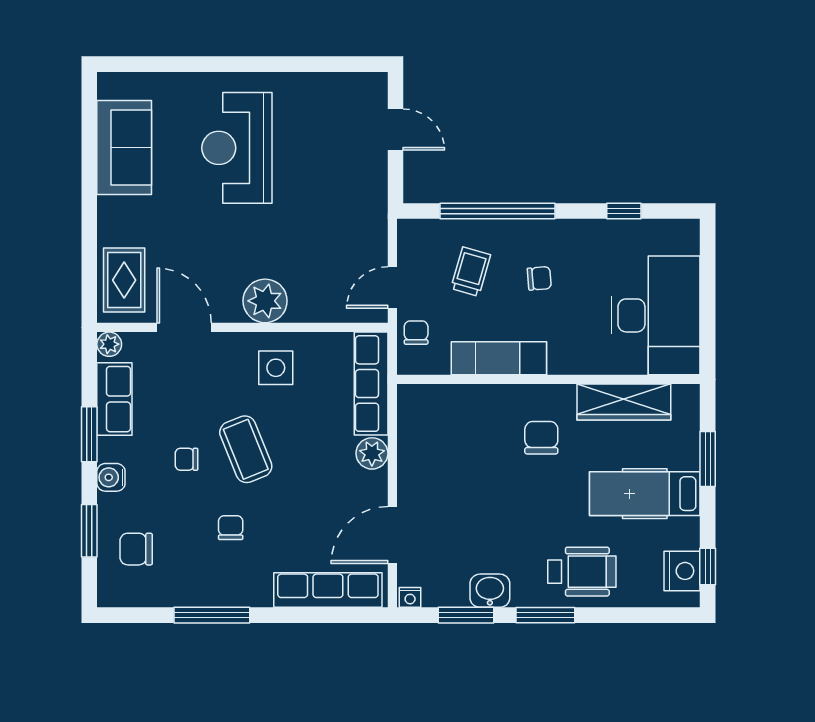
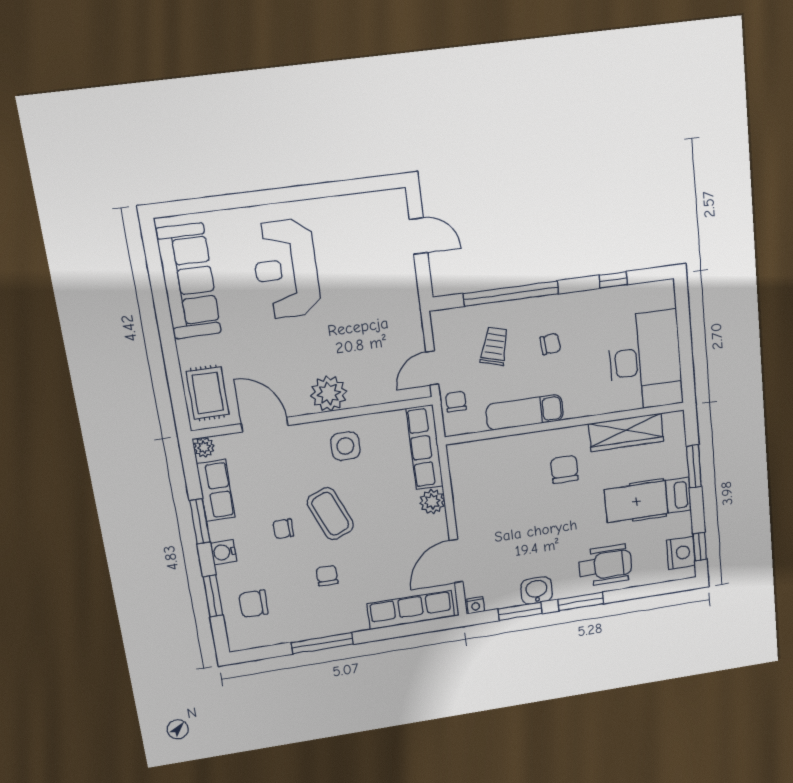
sofa: (124, 148) -> (189, 281), width x1.36

